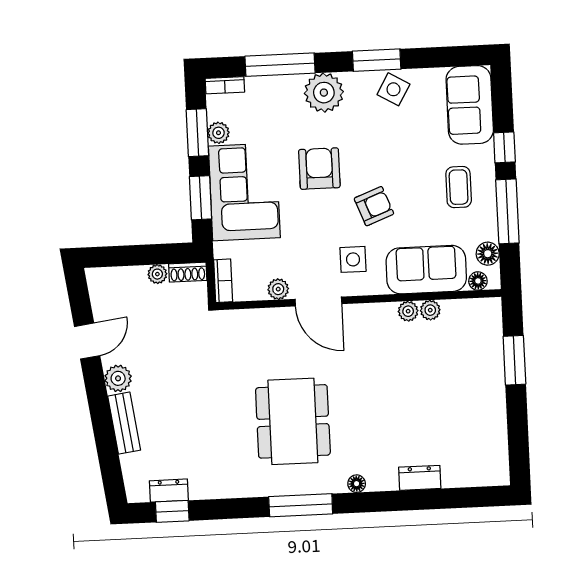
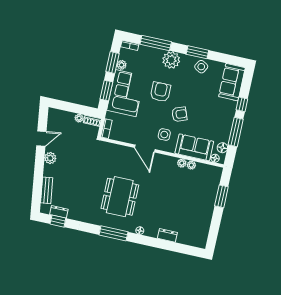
coffee table: (459, 187) -> (218, 116), removed
plant: (278, 289) -> (129, 139), removed
bench: (124, 423) -> (47, 190), moved

